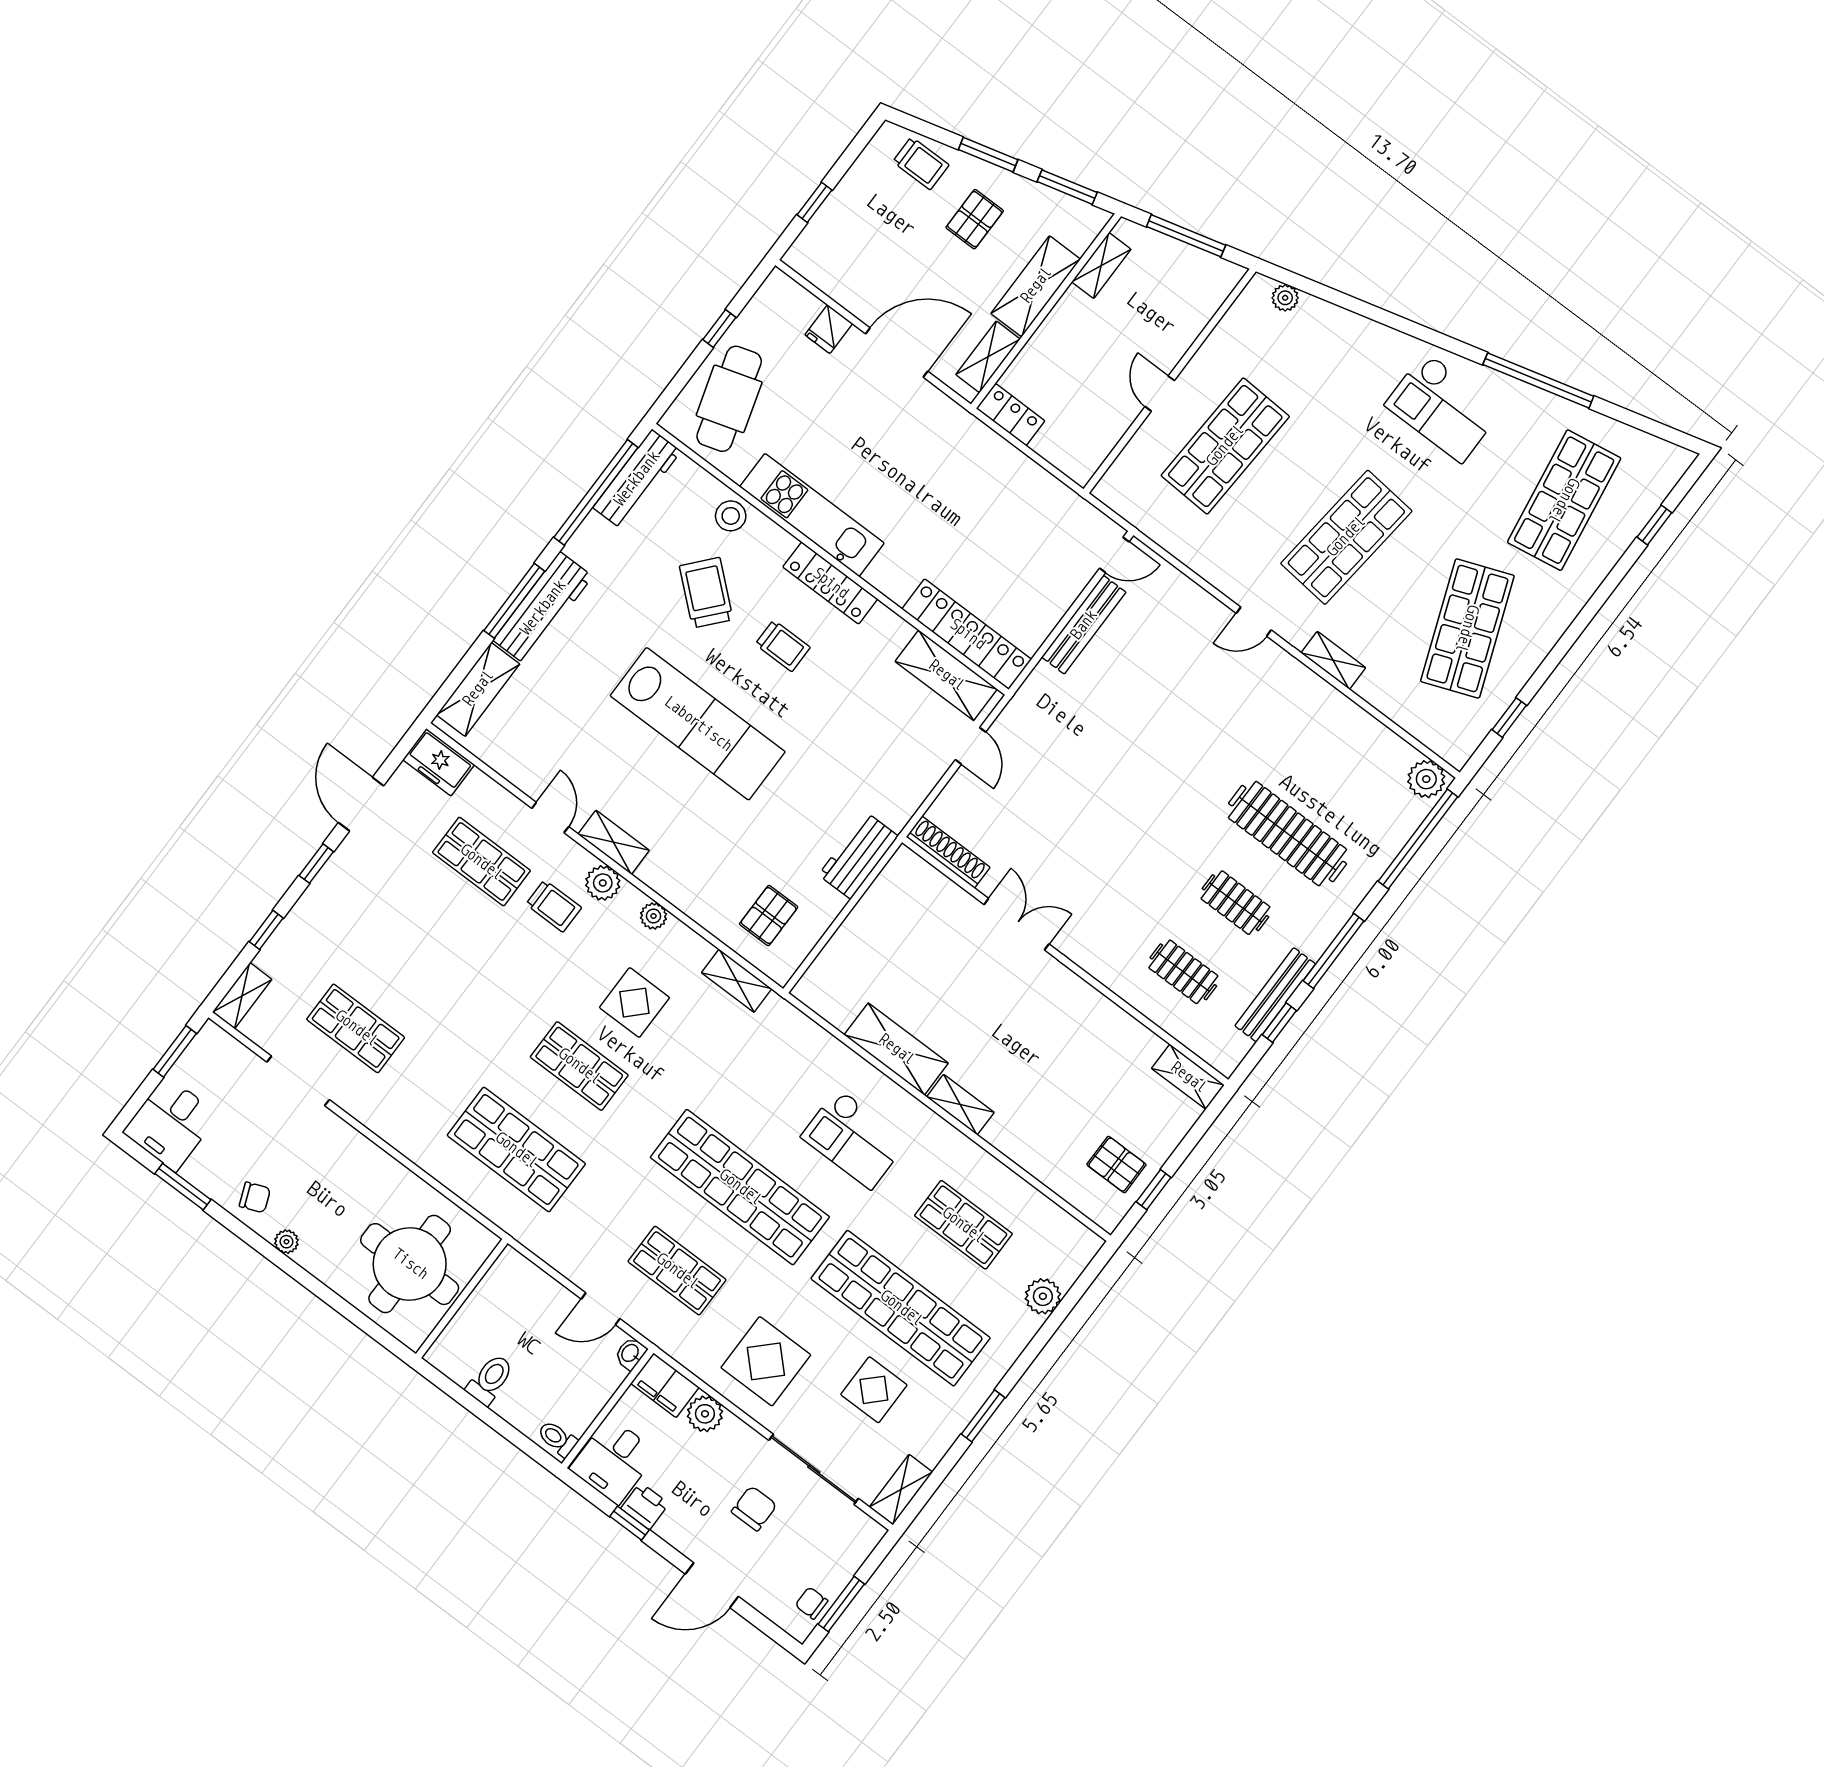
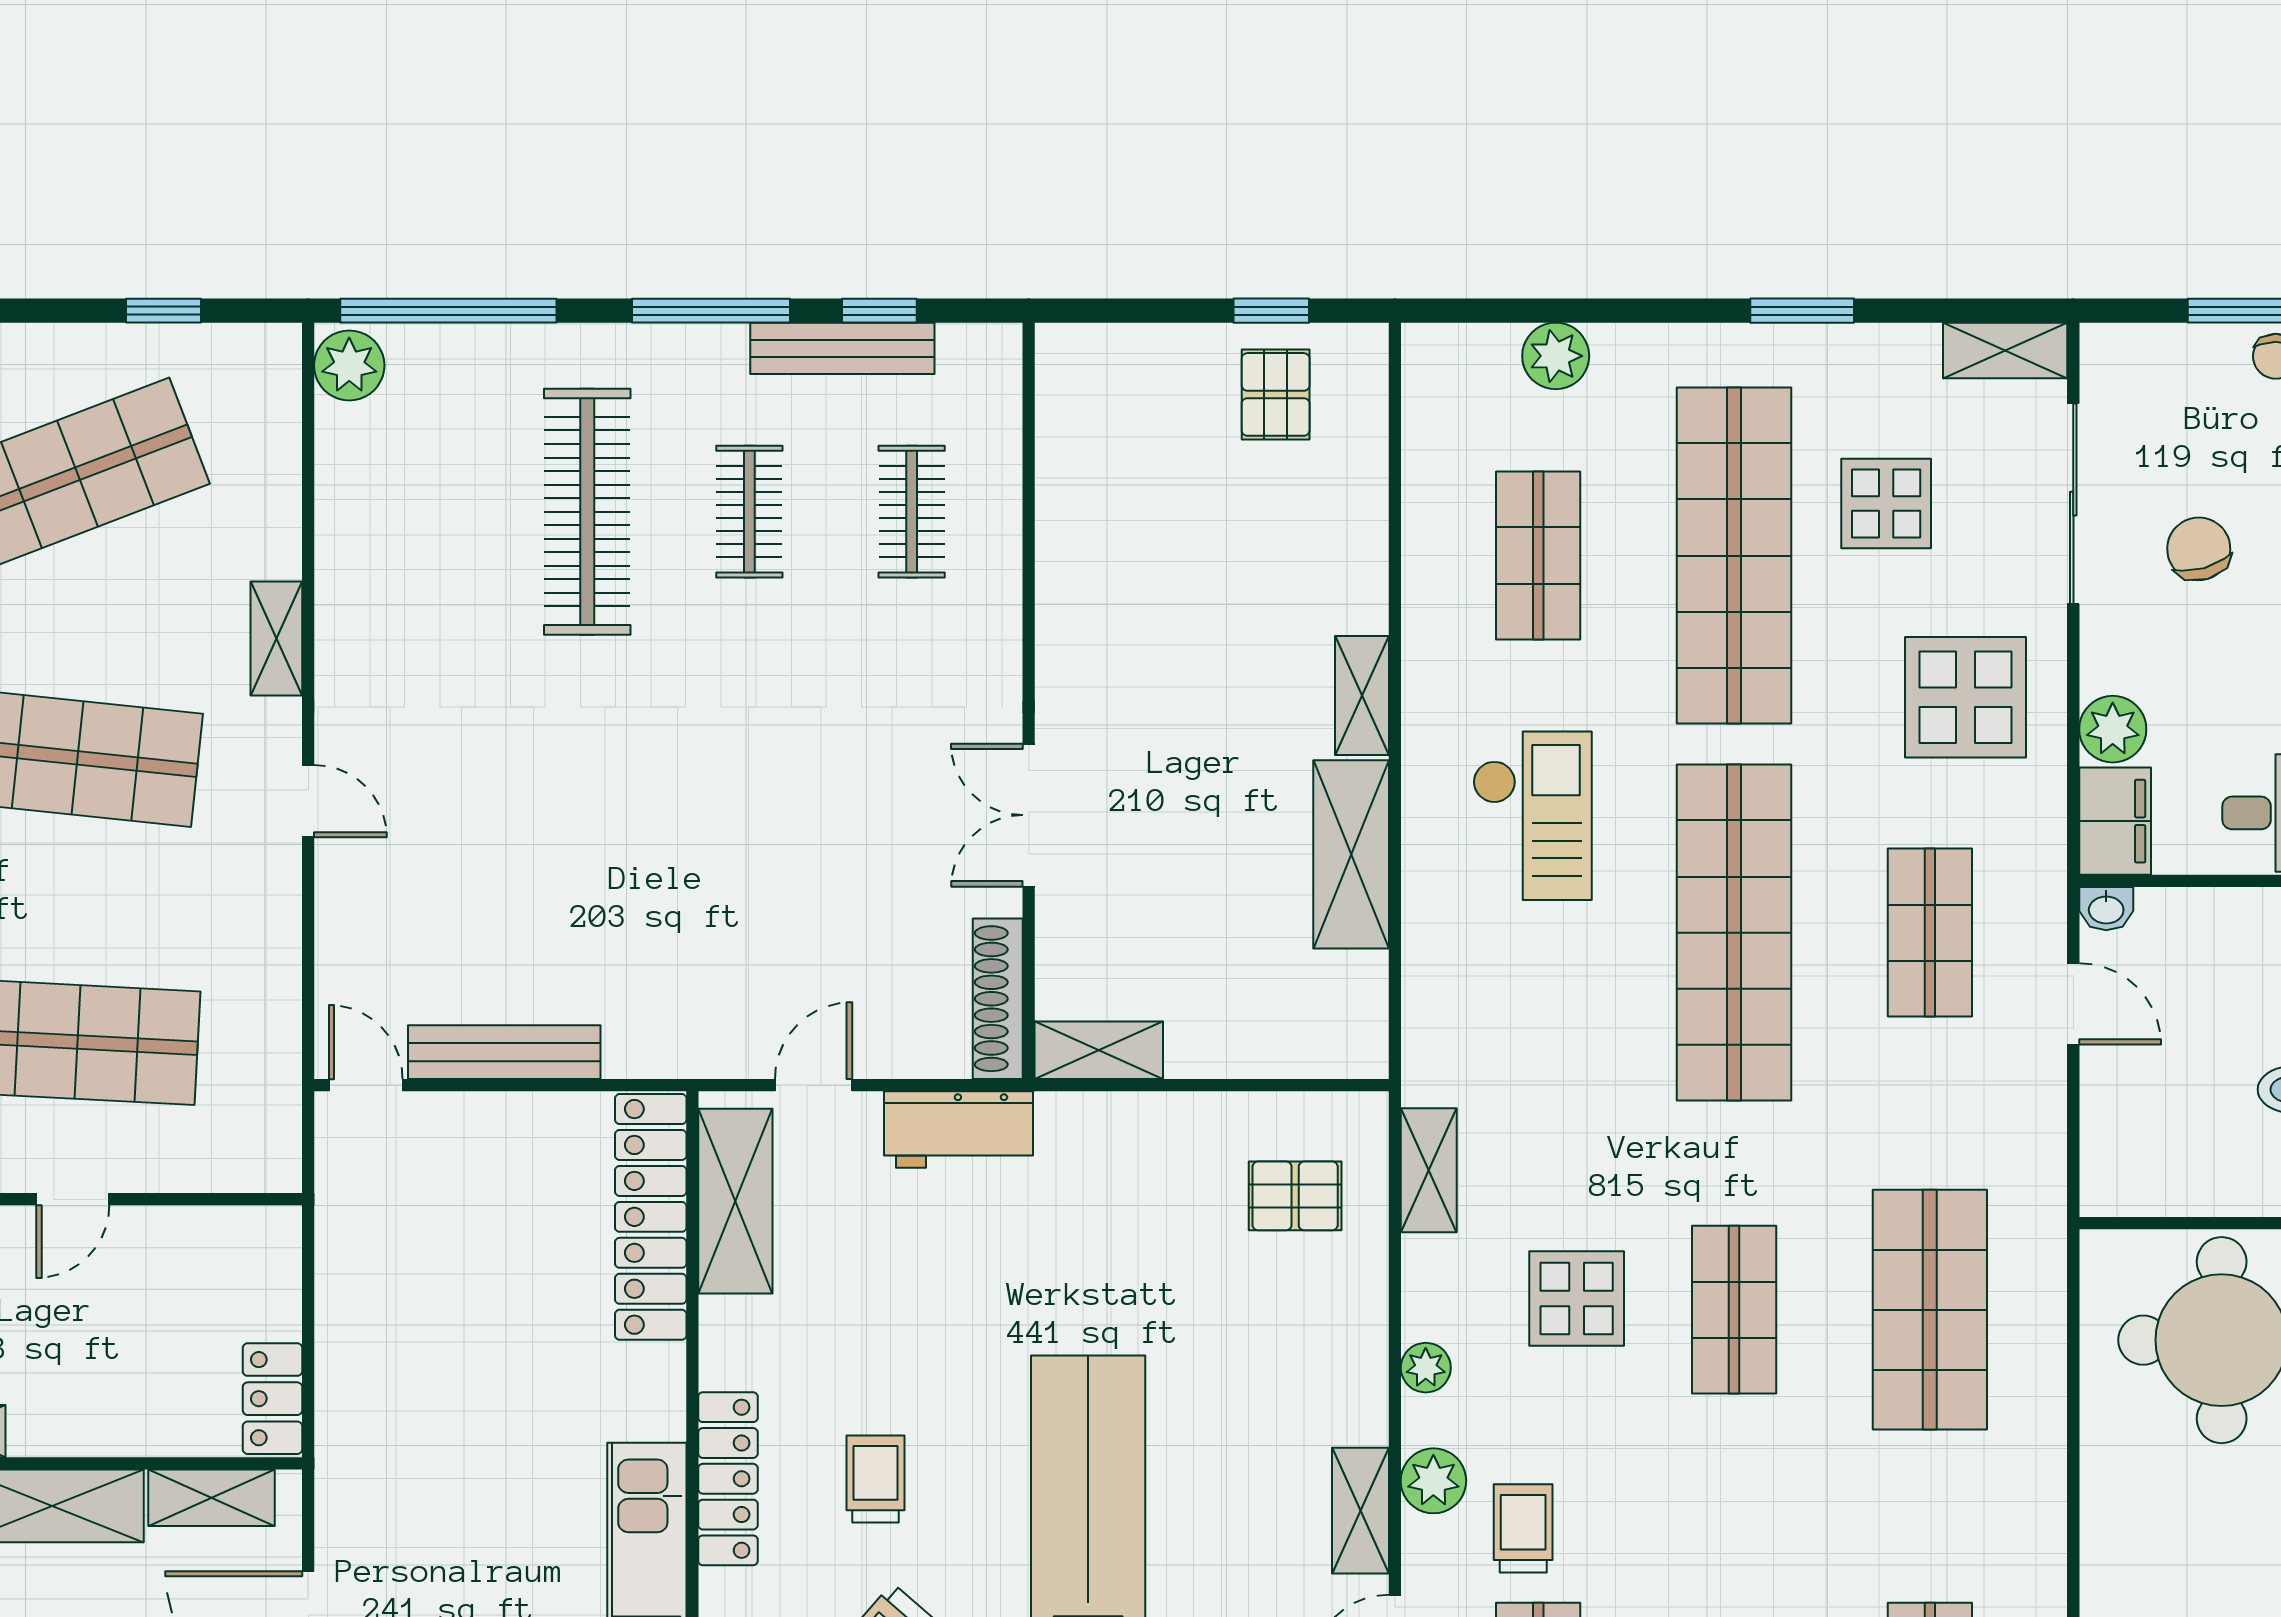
workbench: (858, 855) -> (959, 1129), moved
shelving: (1188, 1077) -> (1099, 1050), moved, turned 90
chair: (754, 1508) -> (2199, 549), turned 74

